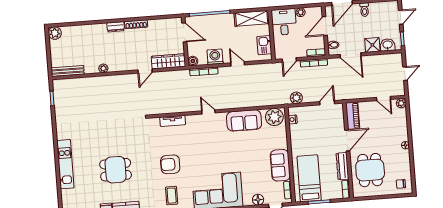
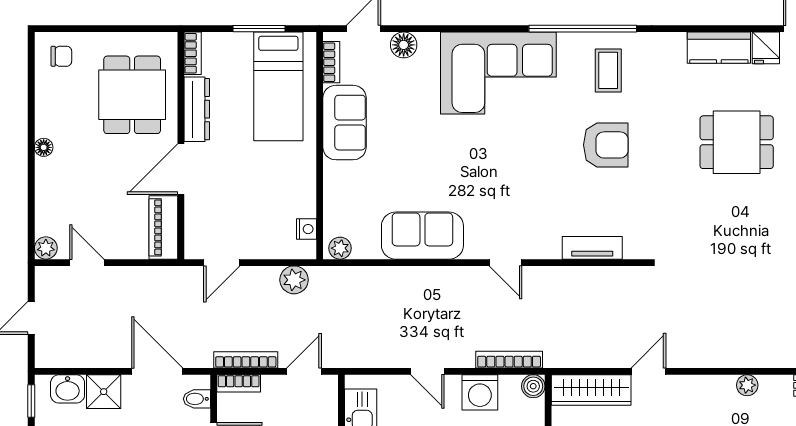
plant: (274, 117) -> (340, 248), width x0.53, depth x0.53

